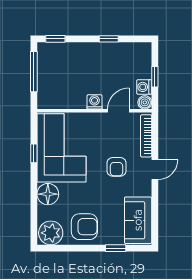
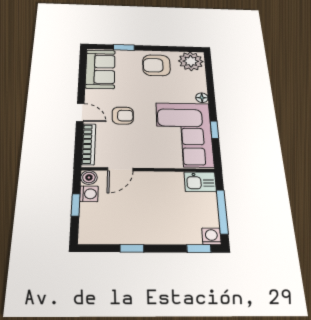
kitchen sink: (50, 100) -> (200, 182), added
washing machine: (95, 102) -> (211, 236), moved, turned 180
armchair: (116, 167) -> (123, 116), turned 90
door: (155, 169) -> (80, 112), swing flipped
floor lamp: (48, 194) -> (202, 98), width x0.53, depth x0.53

